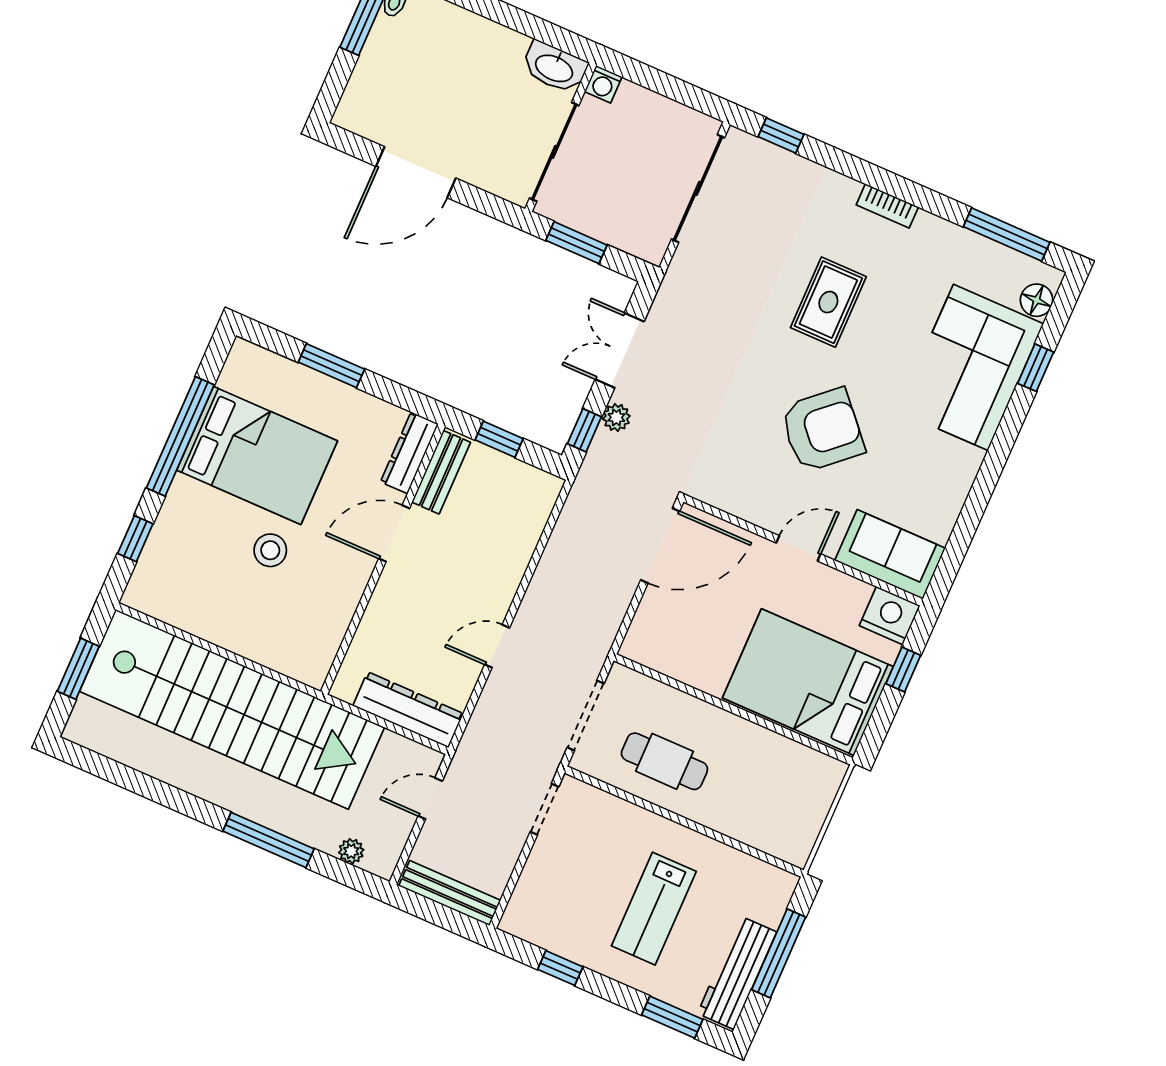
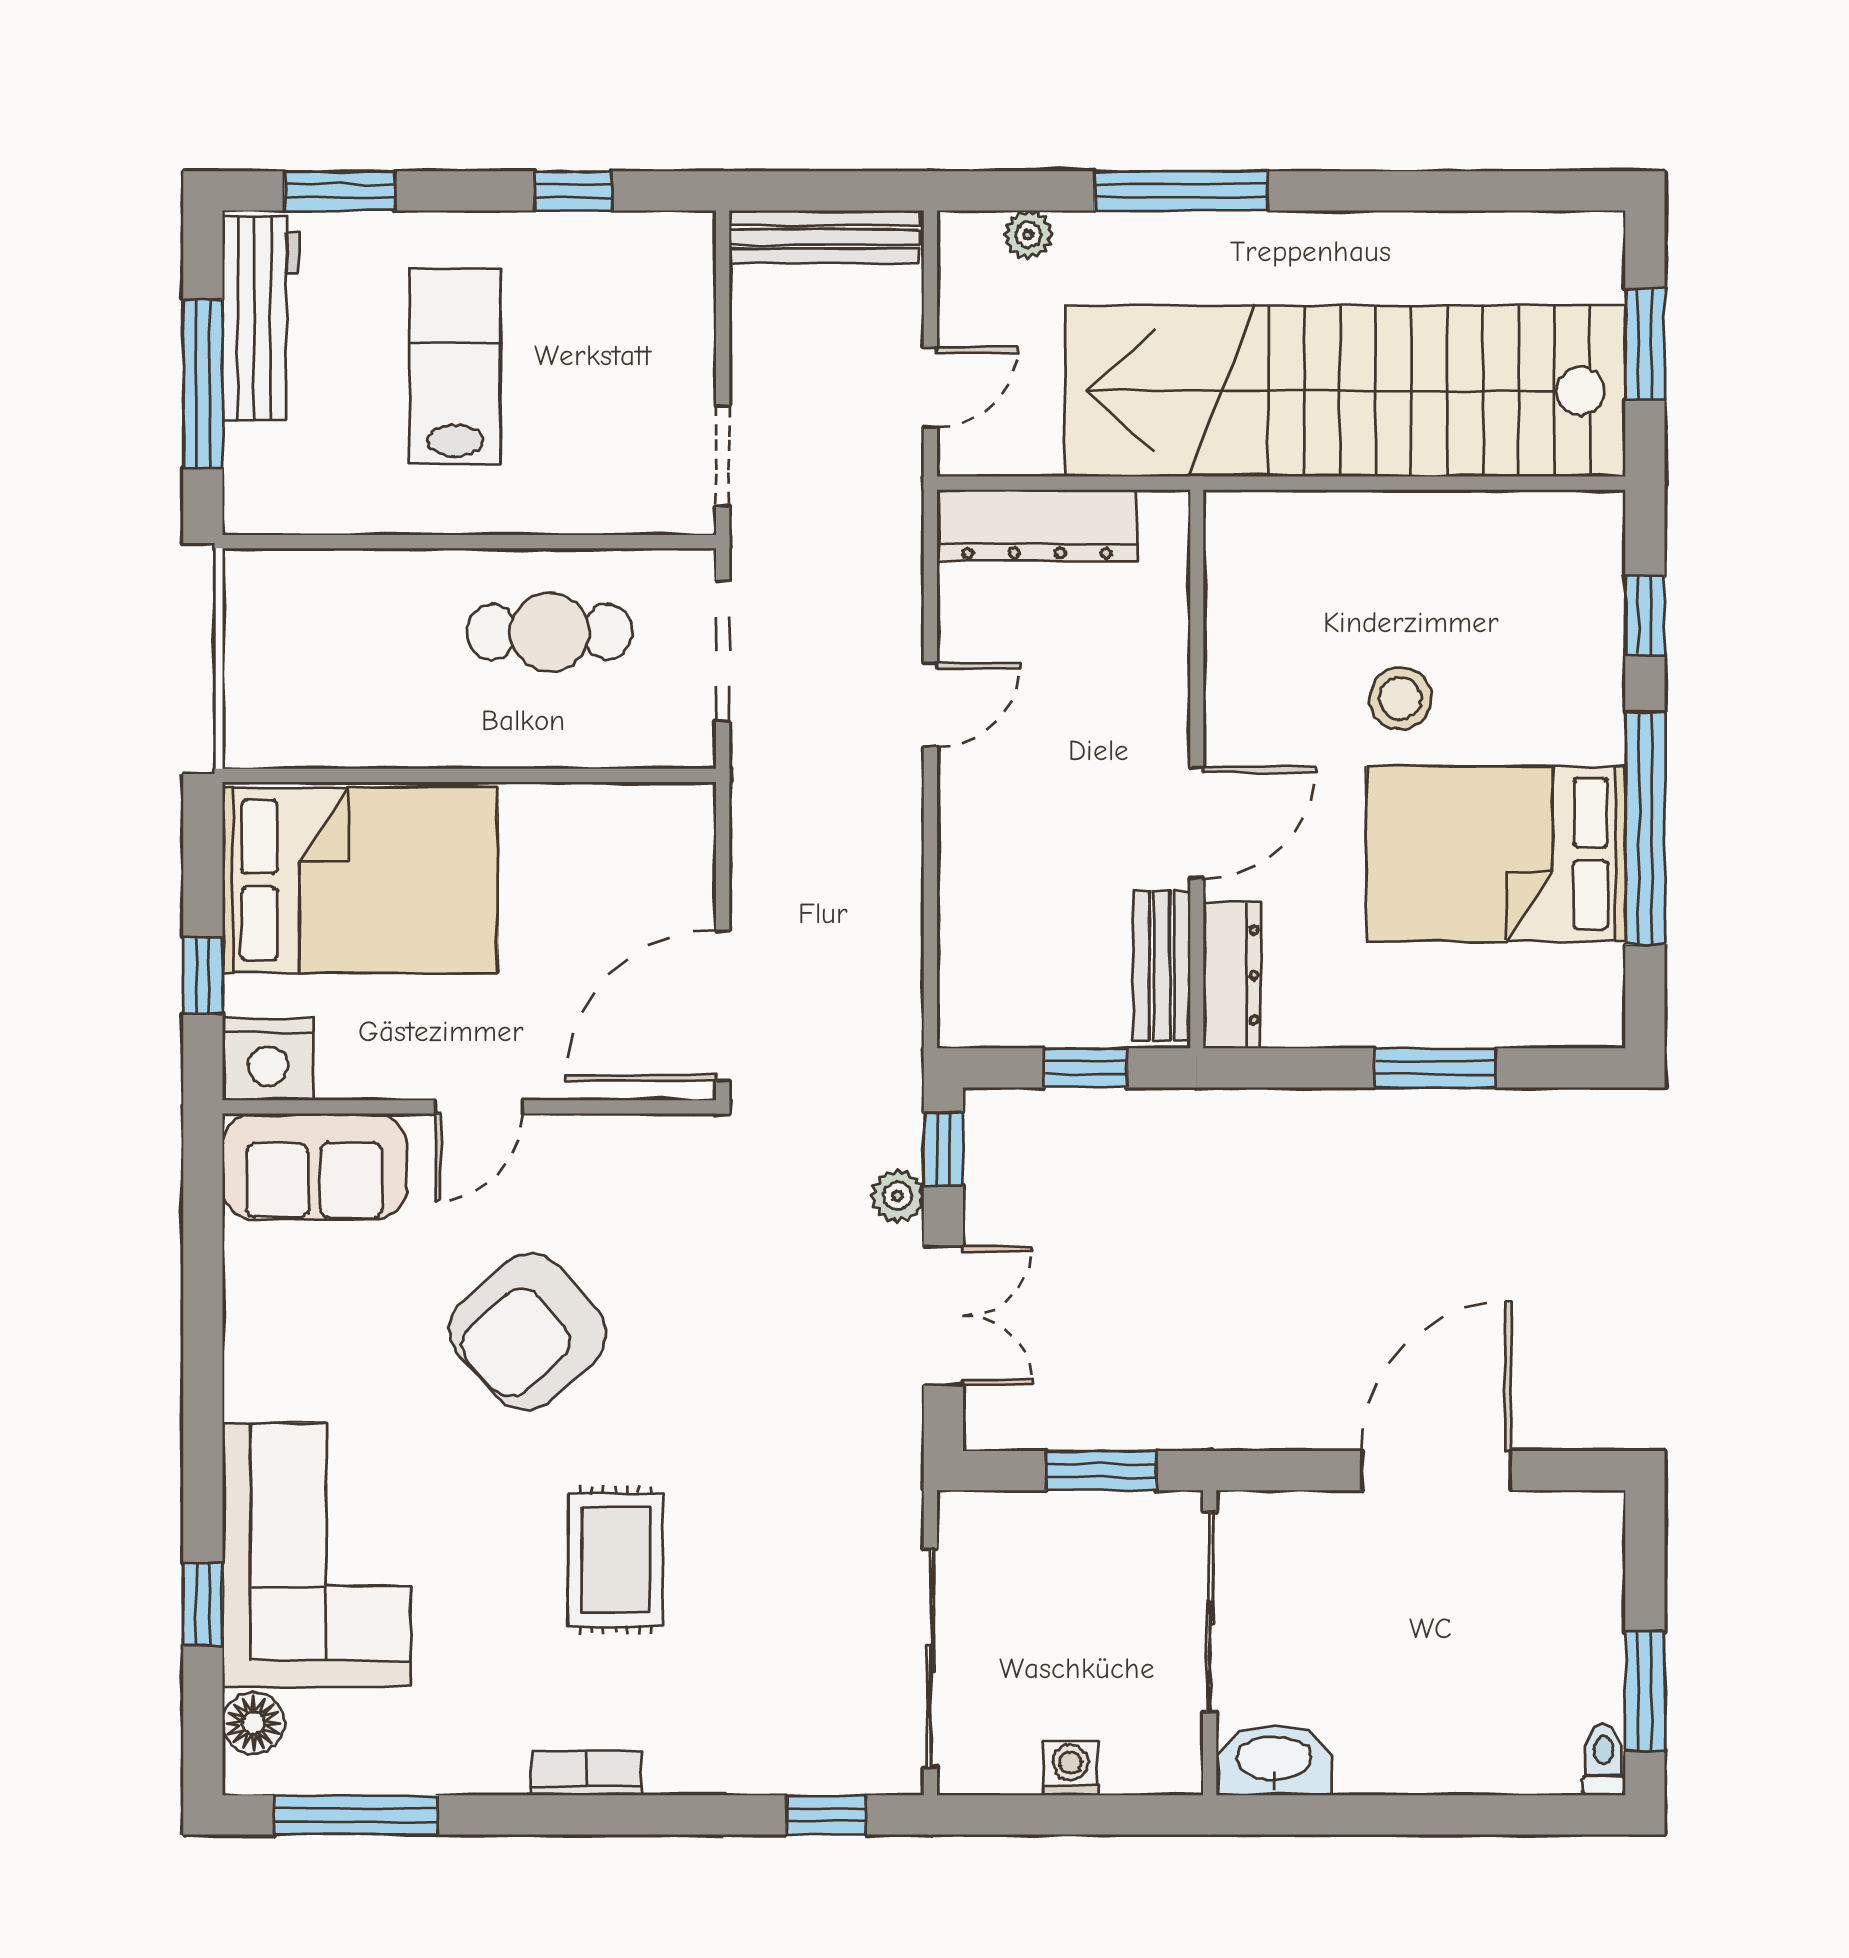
washing machine: (603, 84) -> (1070, 1768), moved

